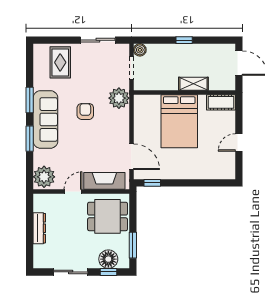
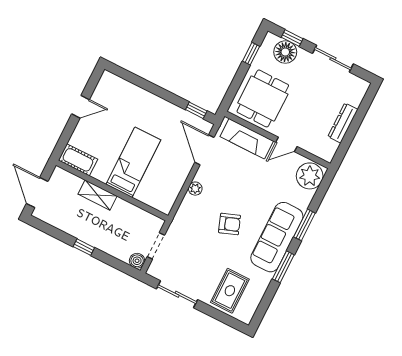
plant: (119, 98) -> (195, 189), moved, width x0.53, depth x0.53
armchair: (85, 111) -> (230, 224), turned -110
bed: (179, 121) -> (133, 162), width x0.67
dining table: (108, 216) -> (263, 98), turned 90
window: (133, 245) -> (251, 54), width x0.67

